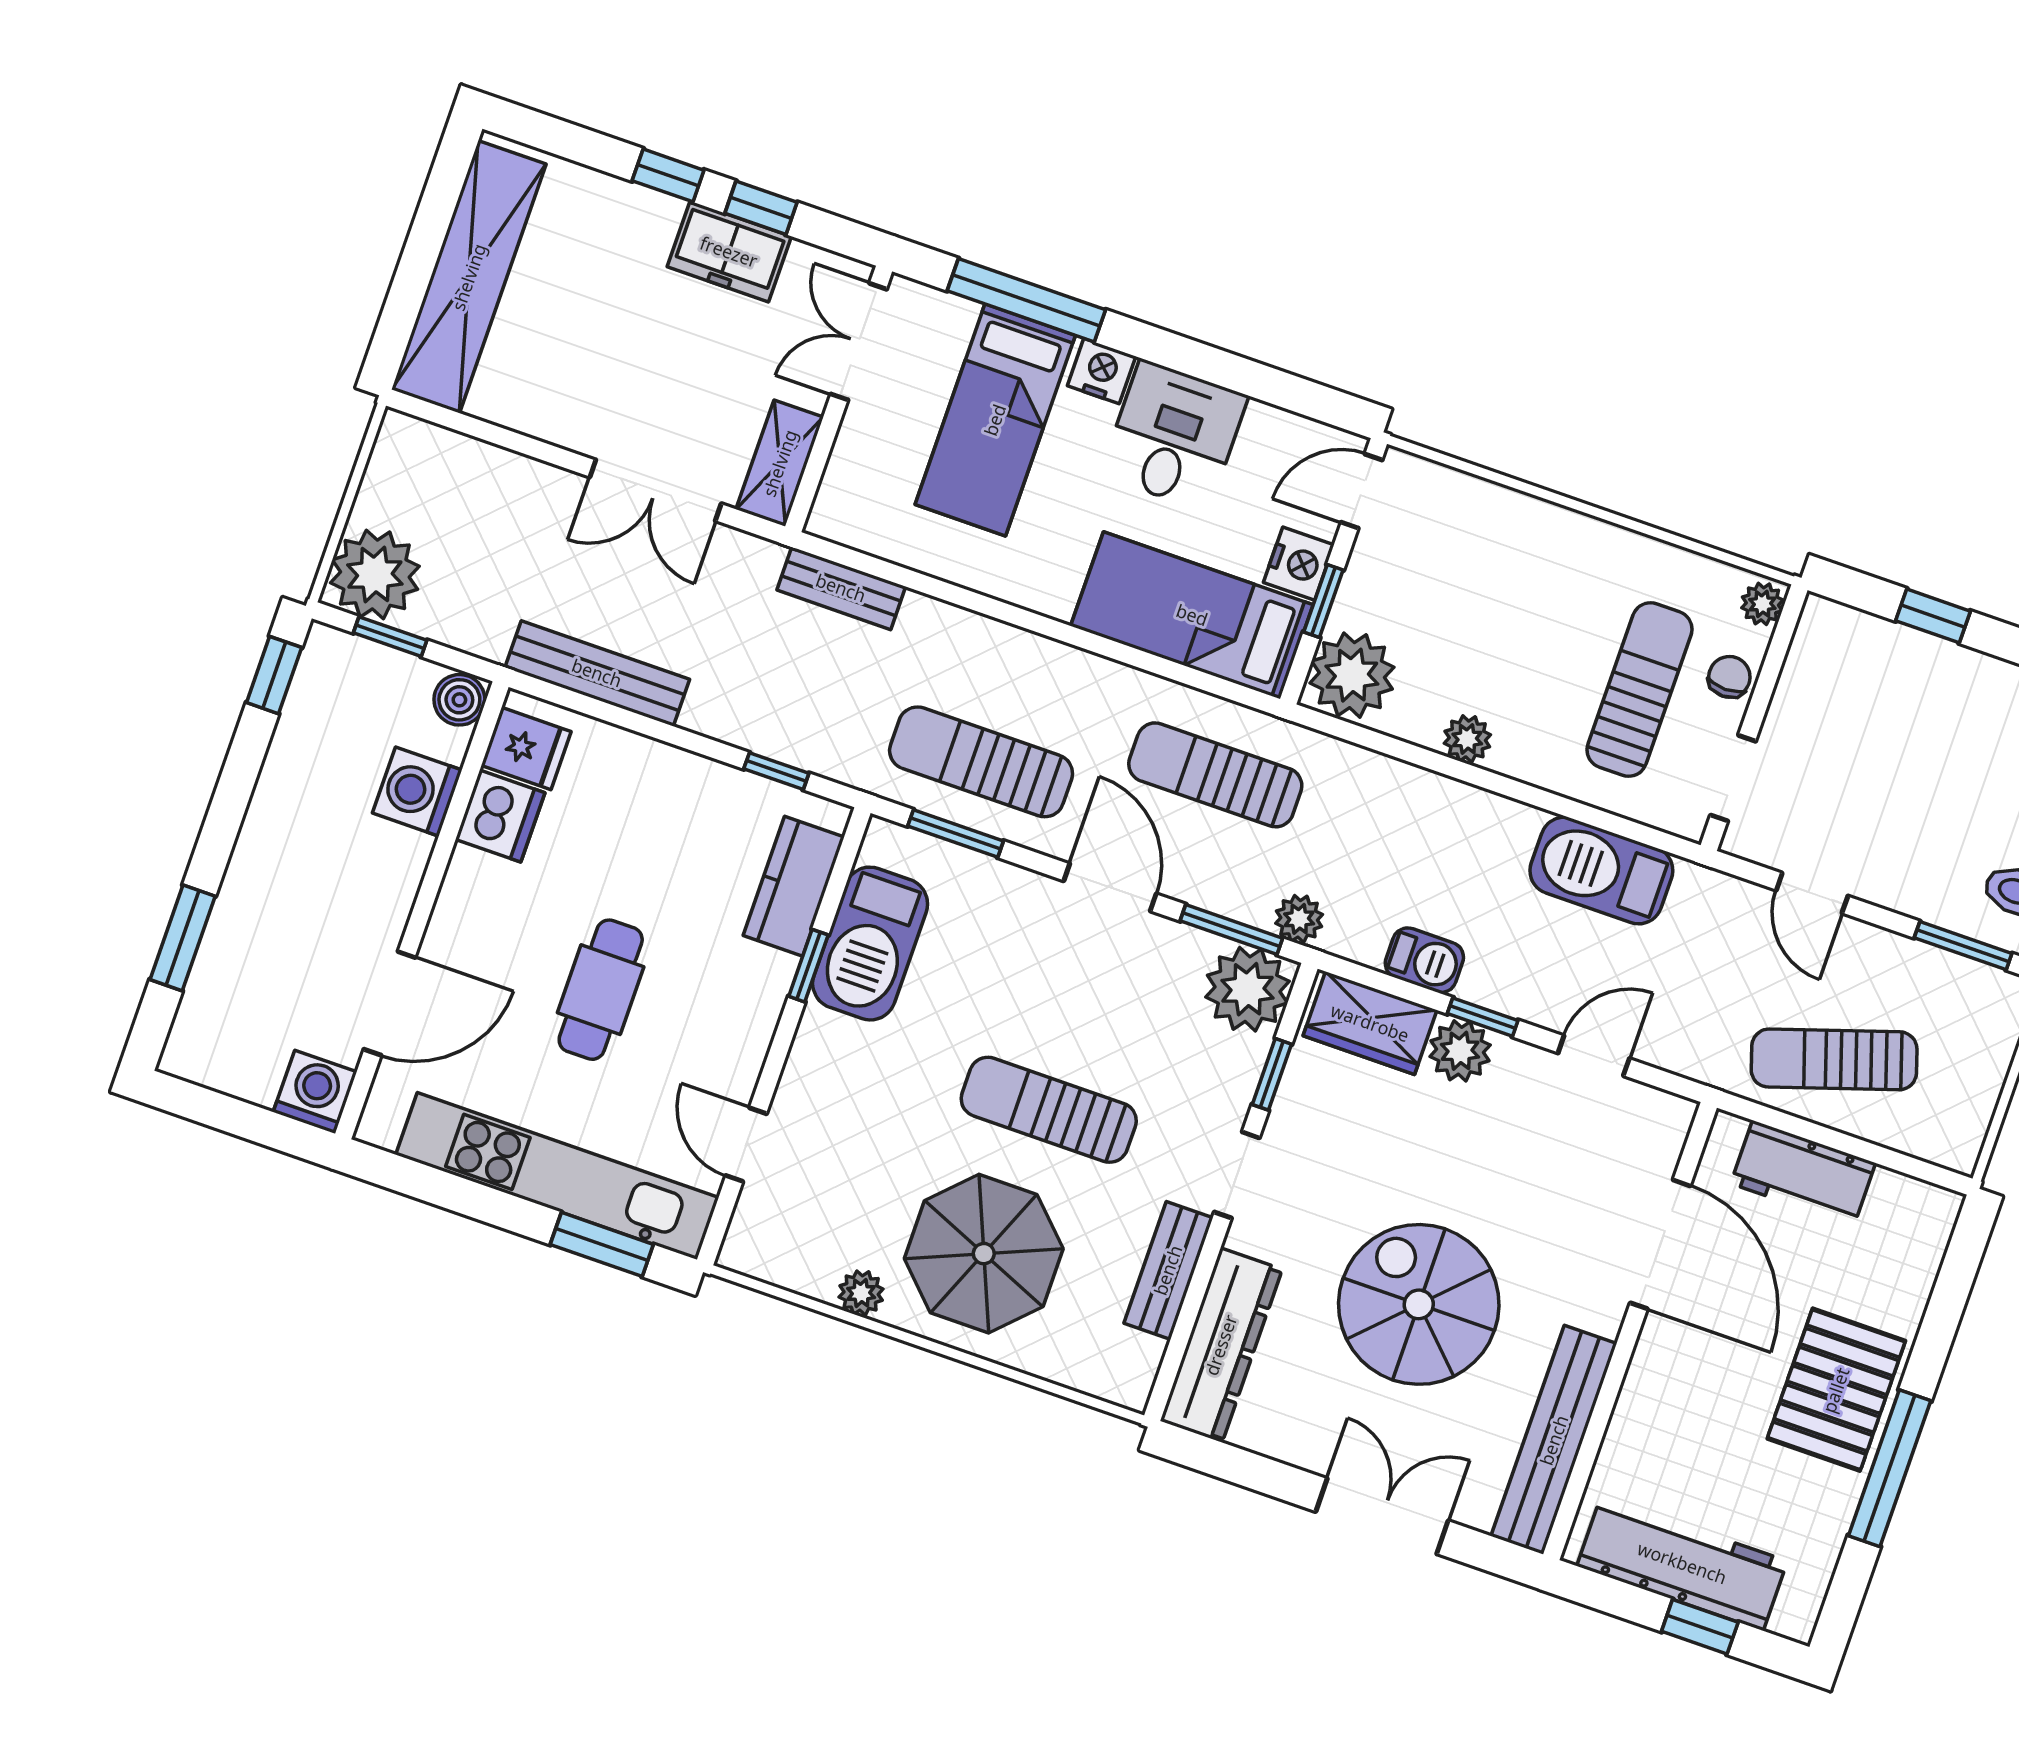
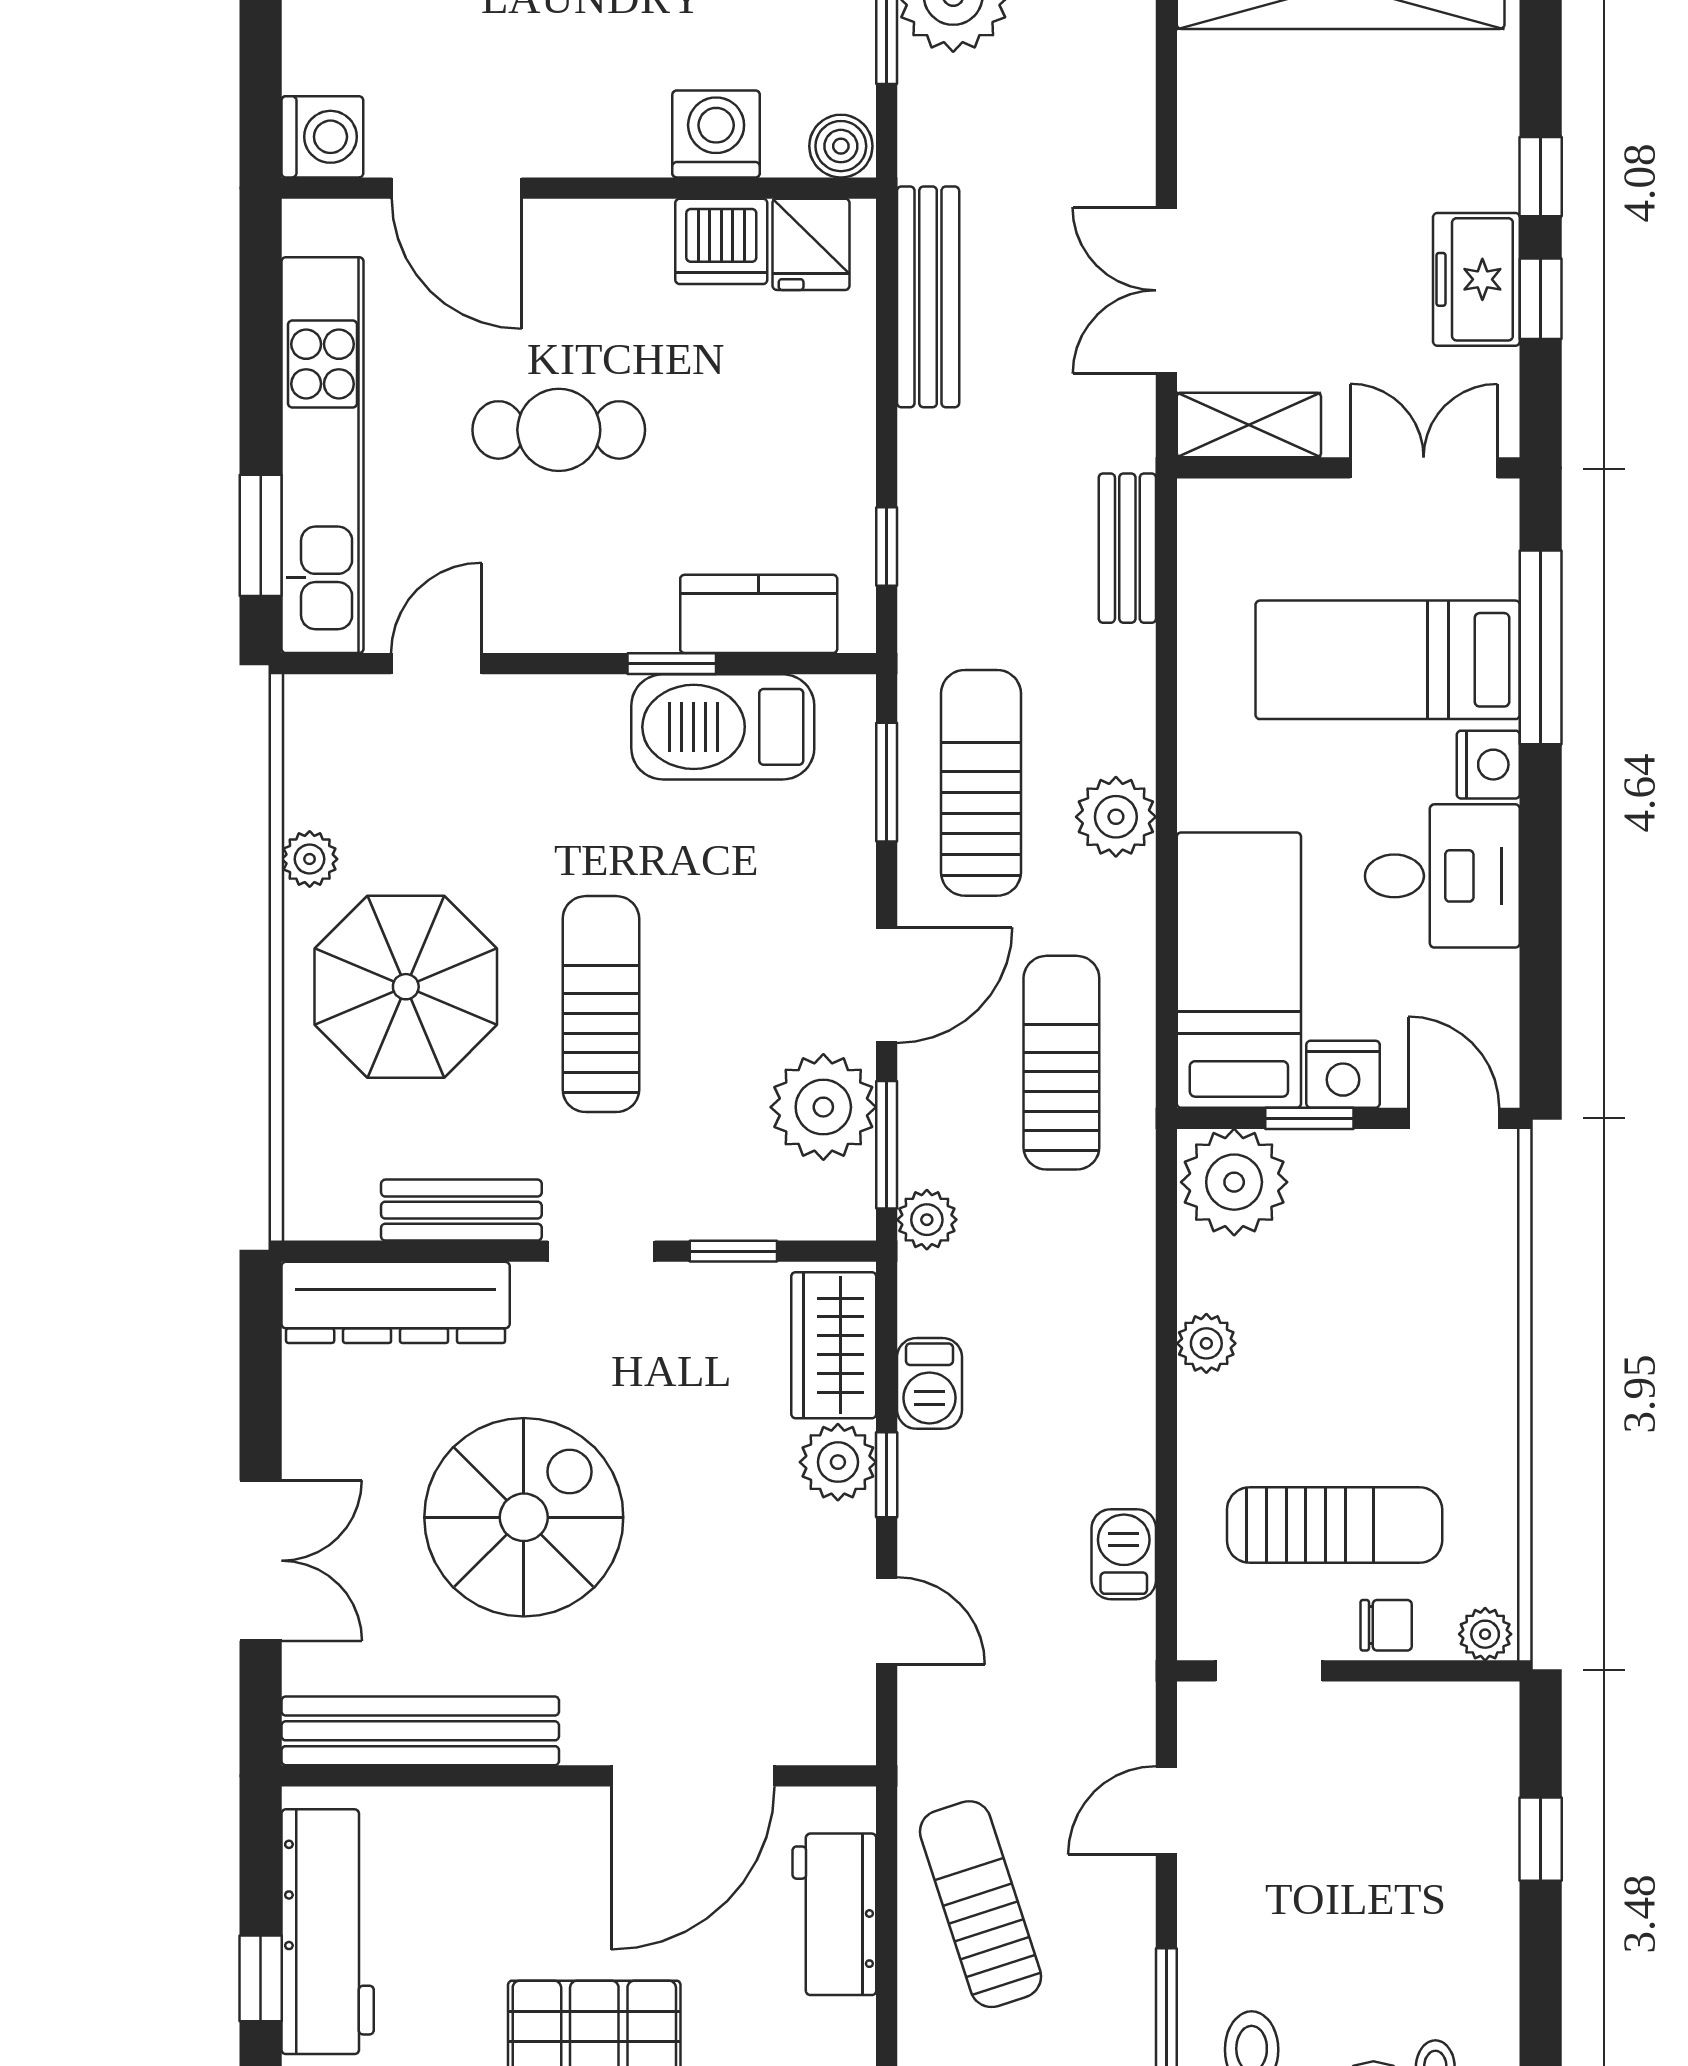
plant: (1043, 668) -> (1116, 817), added
barbecue: (1601, 871) -> (1124, 1554), width x0.53, depth x0.65
plant: (1247, 989) -> (823, 1107), moved

